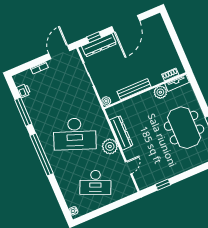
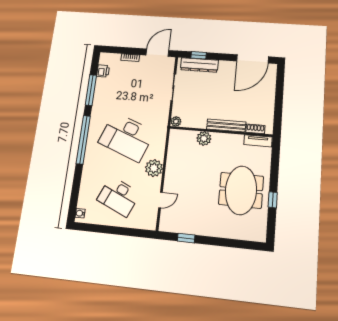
door: (126, 24) -> (252, 59), moved
bench: (134, 89) -> (226, 126), moved
plant: (160, 92) -> (204, 138), moved
dresser: (121, 133) -> (173, 161), removed

